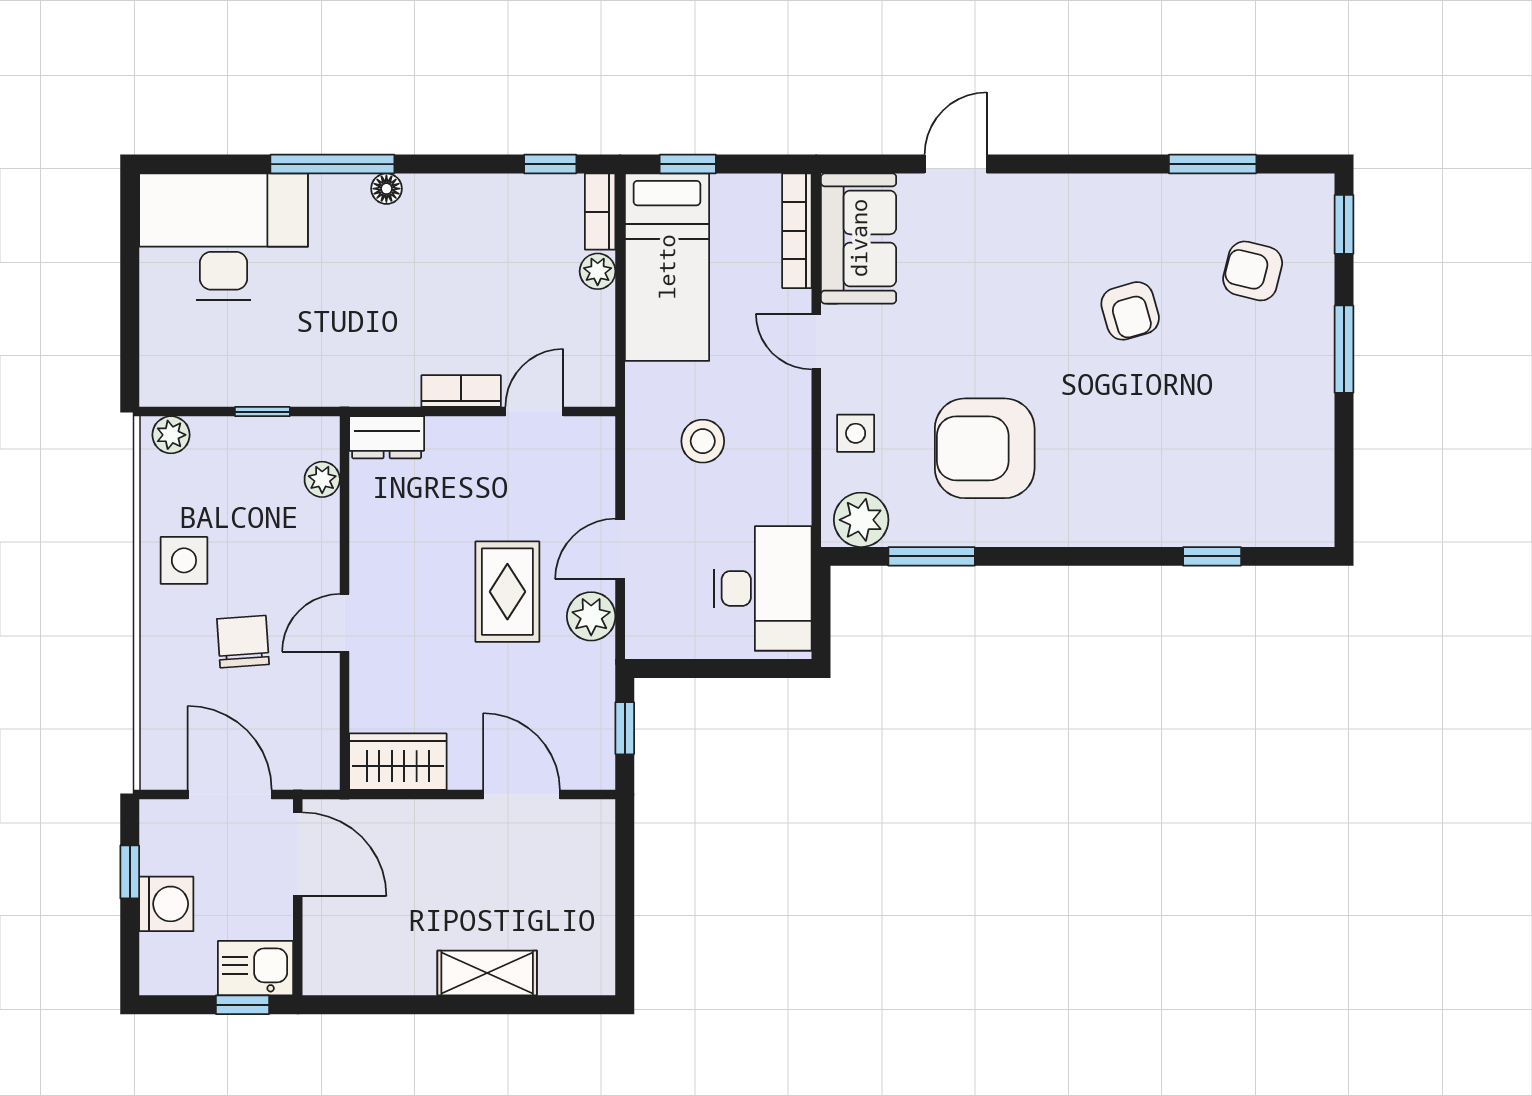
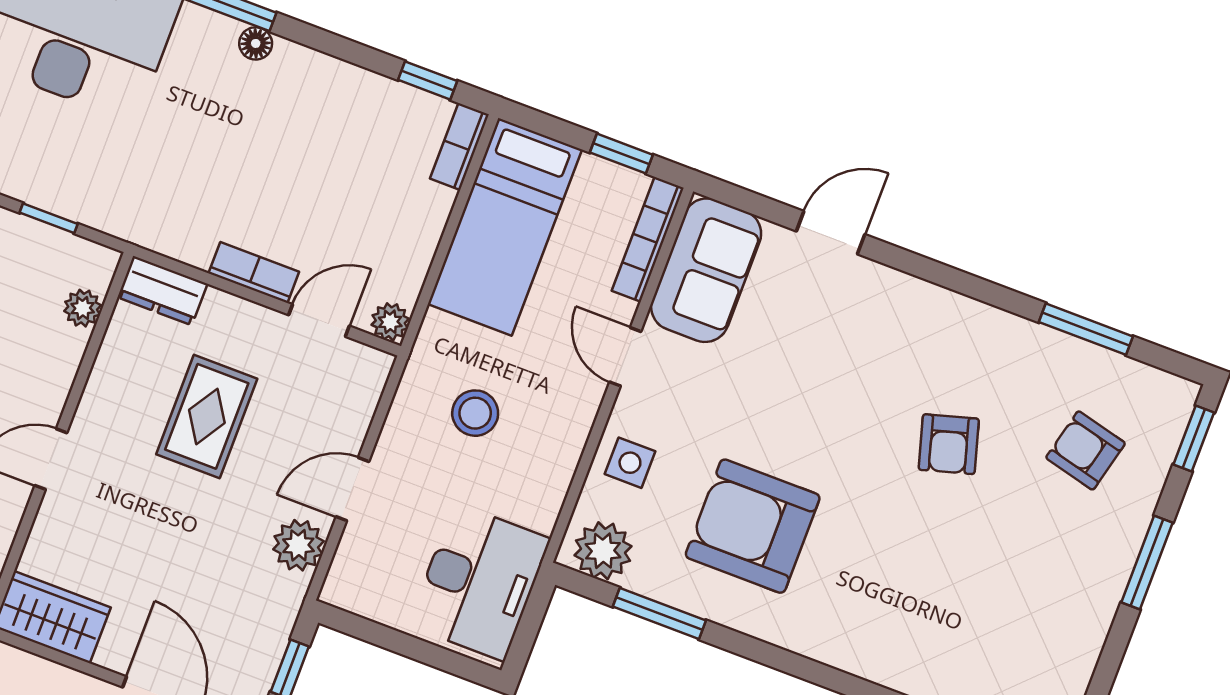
window: (688, 164) -> (621, 154), moved
plant: (598, 271) -> (390, 322), moved
rug: (507, 592) -> (207, 416), moved

